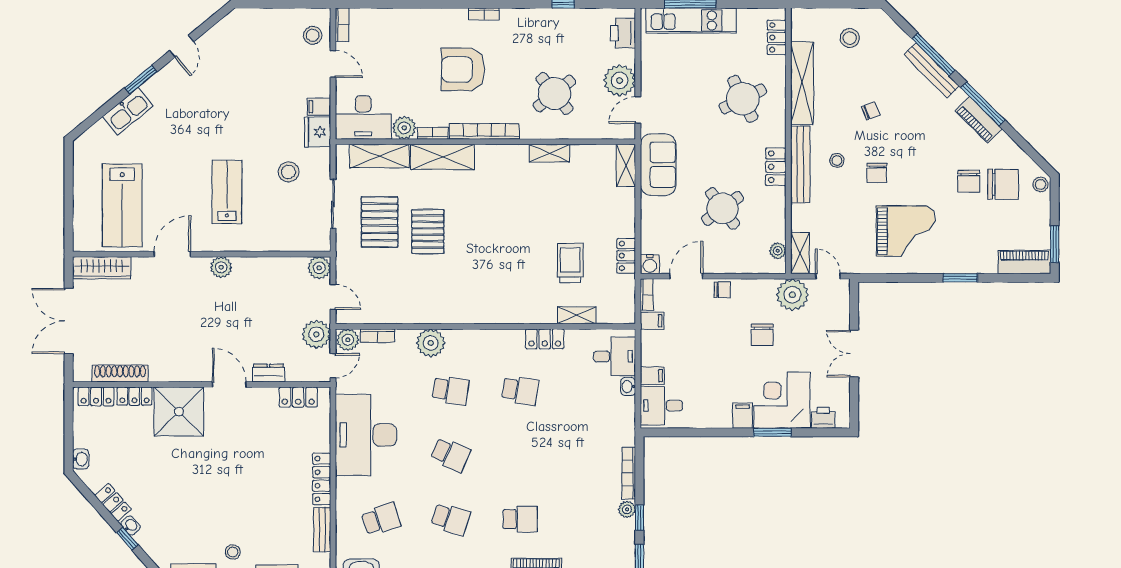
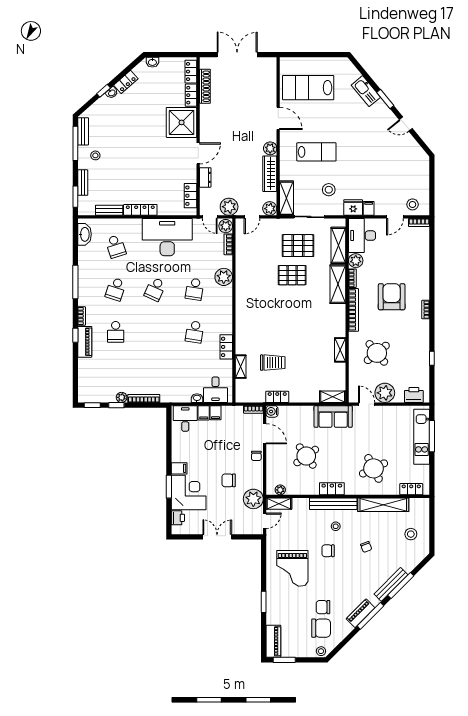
chair: (1003, 184) -> (321, 628), turned -90
shelving: (302, 240) -> (287, 198), added
wardrobe: (102, 268) -> (270, 174), moved
filing cabinet: (652, 321) -> (215, 413), moved

